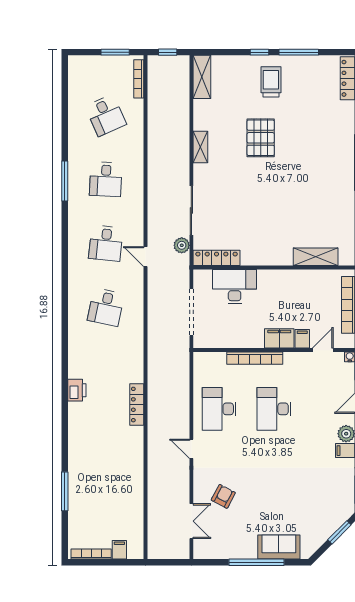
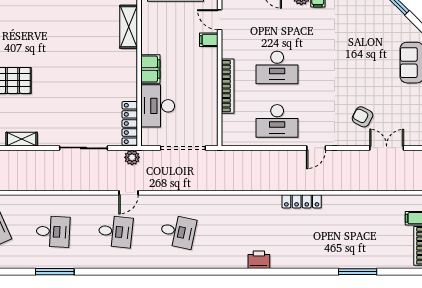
plant: (182, 245) -> (132, 157), moved
filing cabinet: (279, 338) -> (150, 69), moved, turned 180
locker: (137, 405) -> (302, 201), moved

